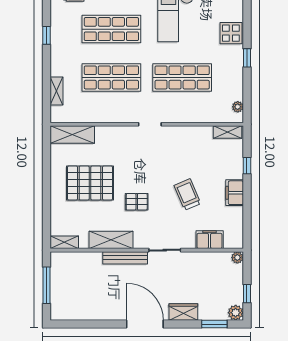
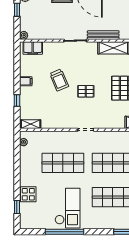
window: (247, 58) -> (17, 207), moved
filing cabinet: (235, 193) -> (26, 81), width x0.50
pallet: (137, 202) -> (86, 91), moved
filing cabinet: (210, 240) -> (33, 48), moved

